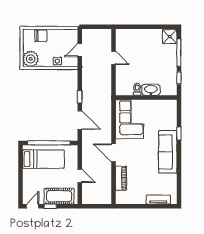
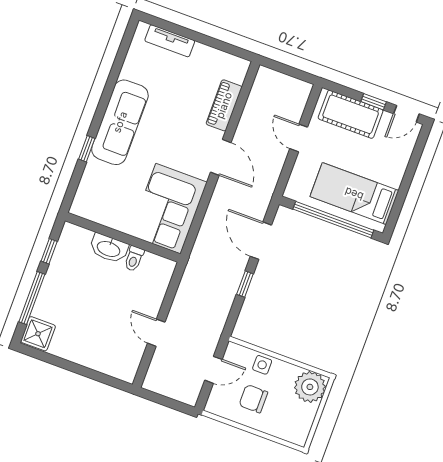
chair: (41, 36) -> (253, 399), moved

